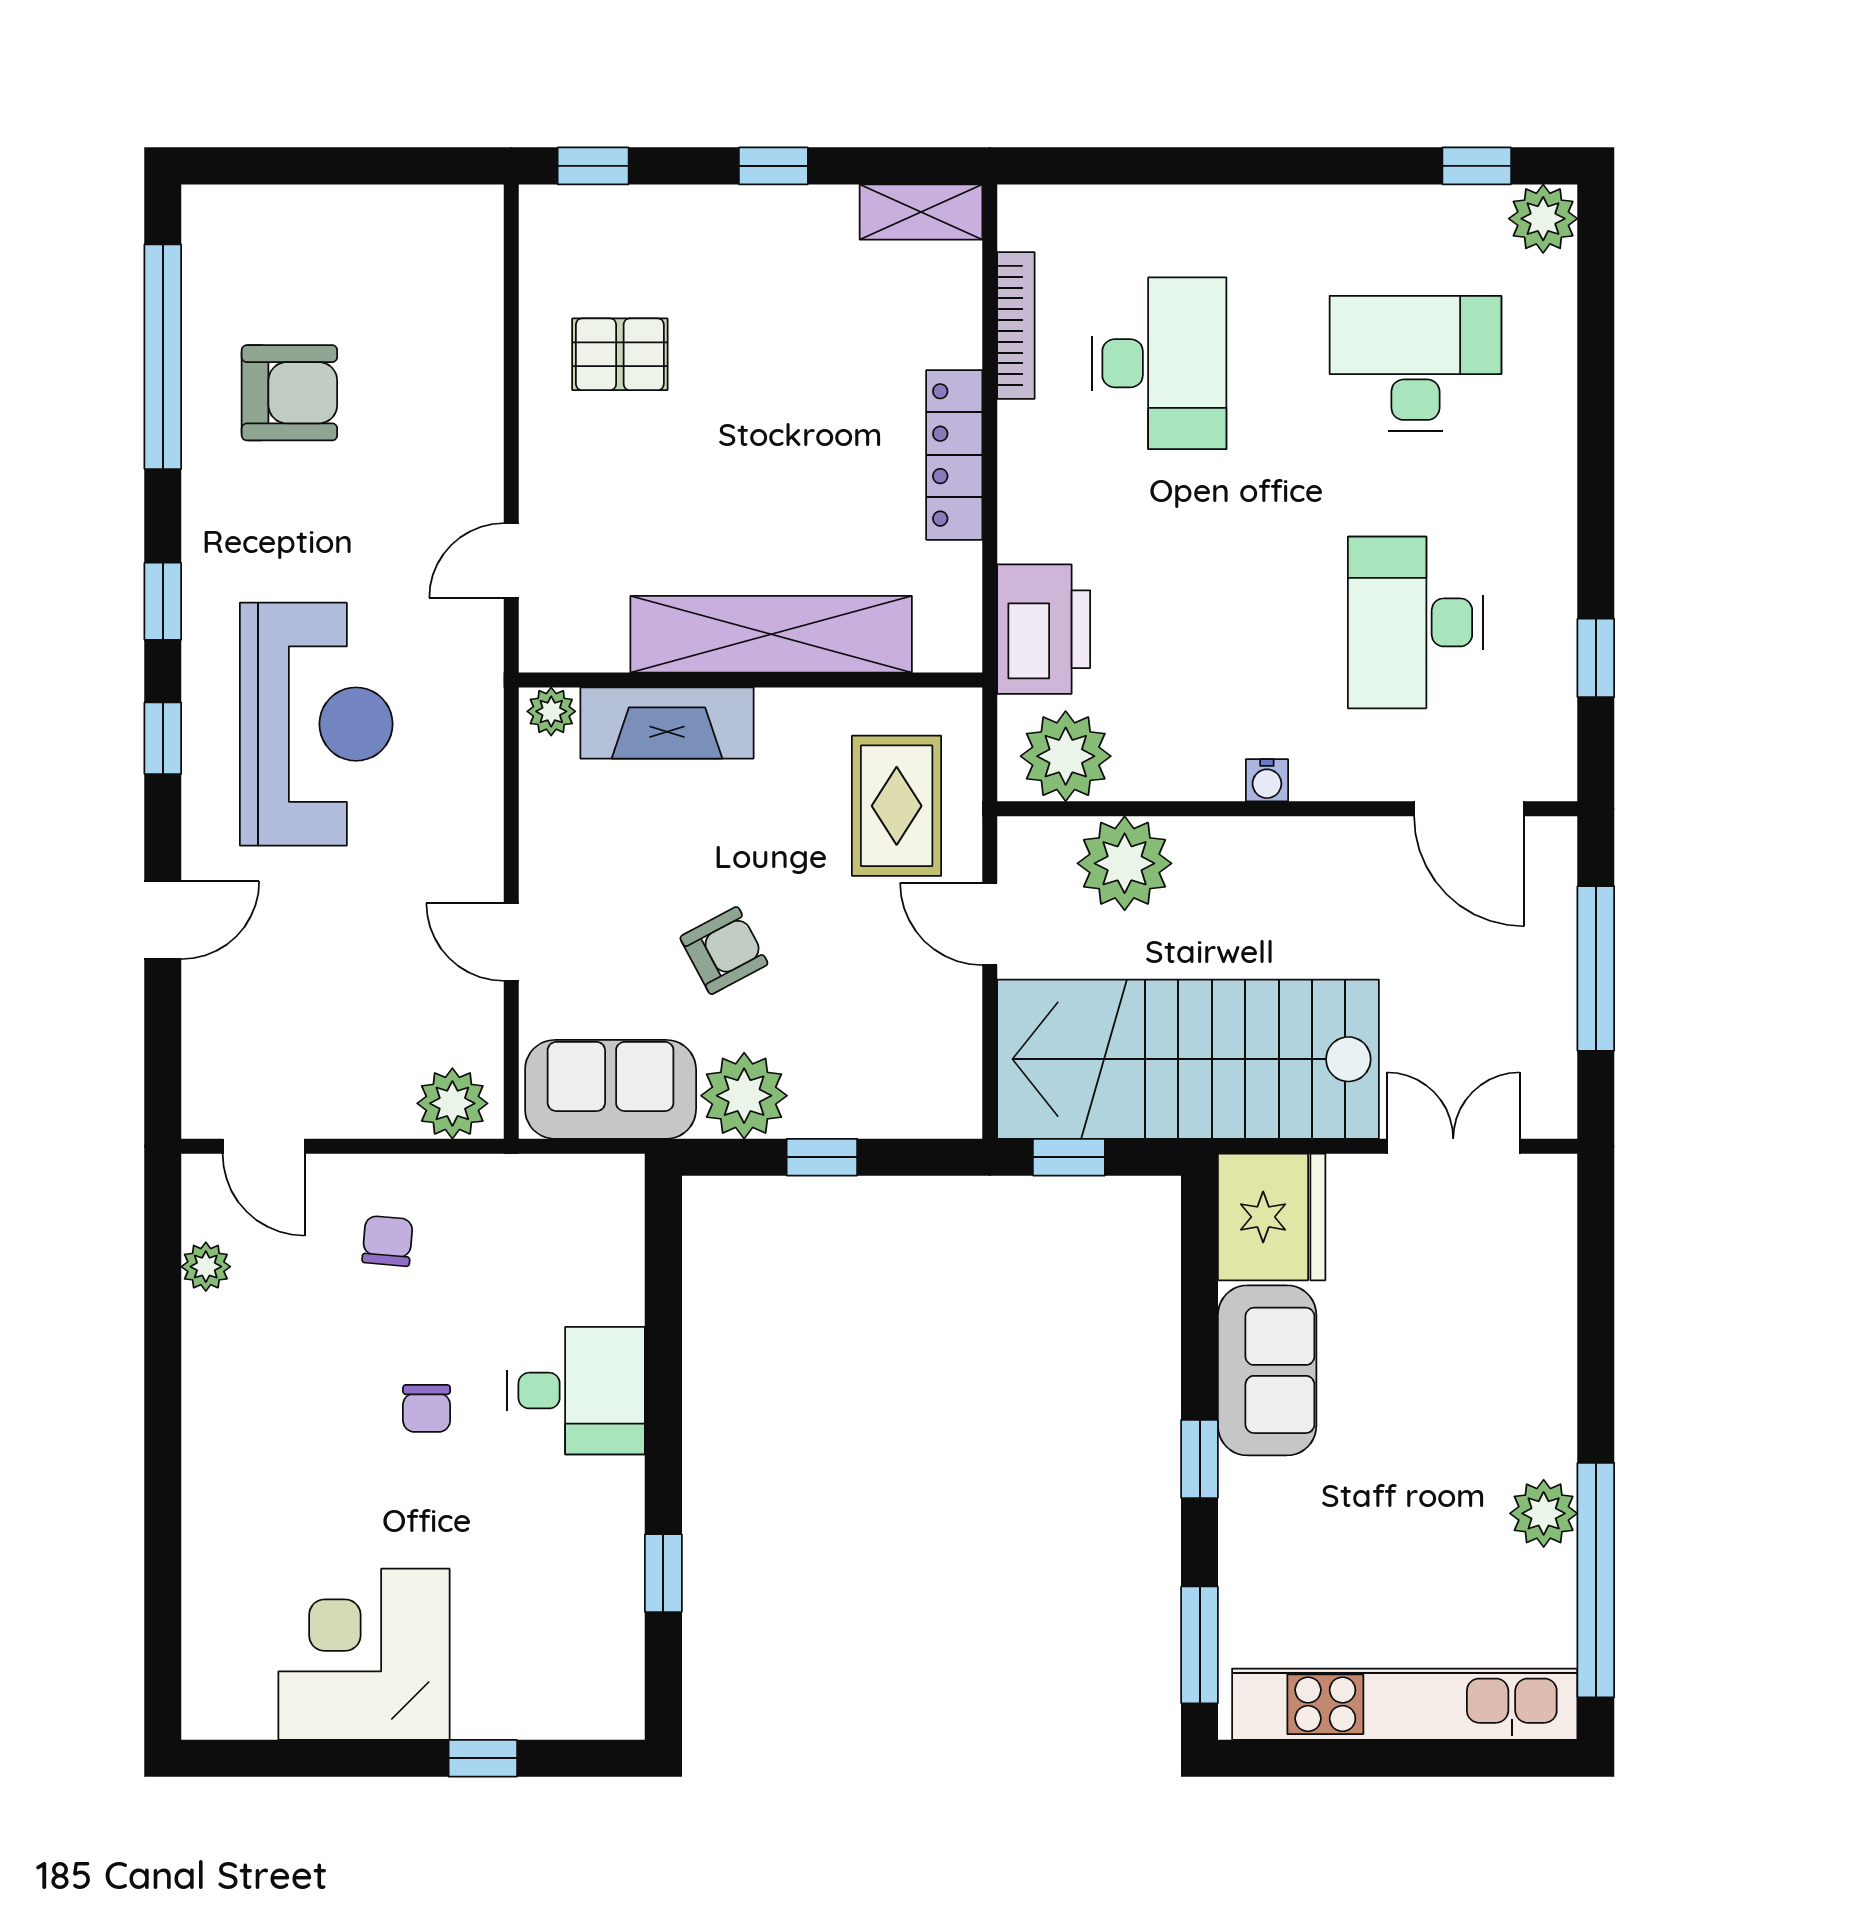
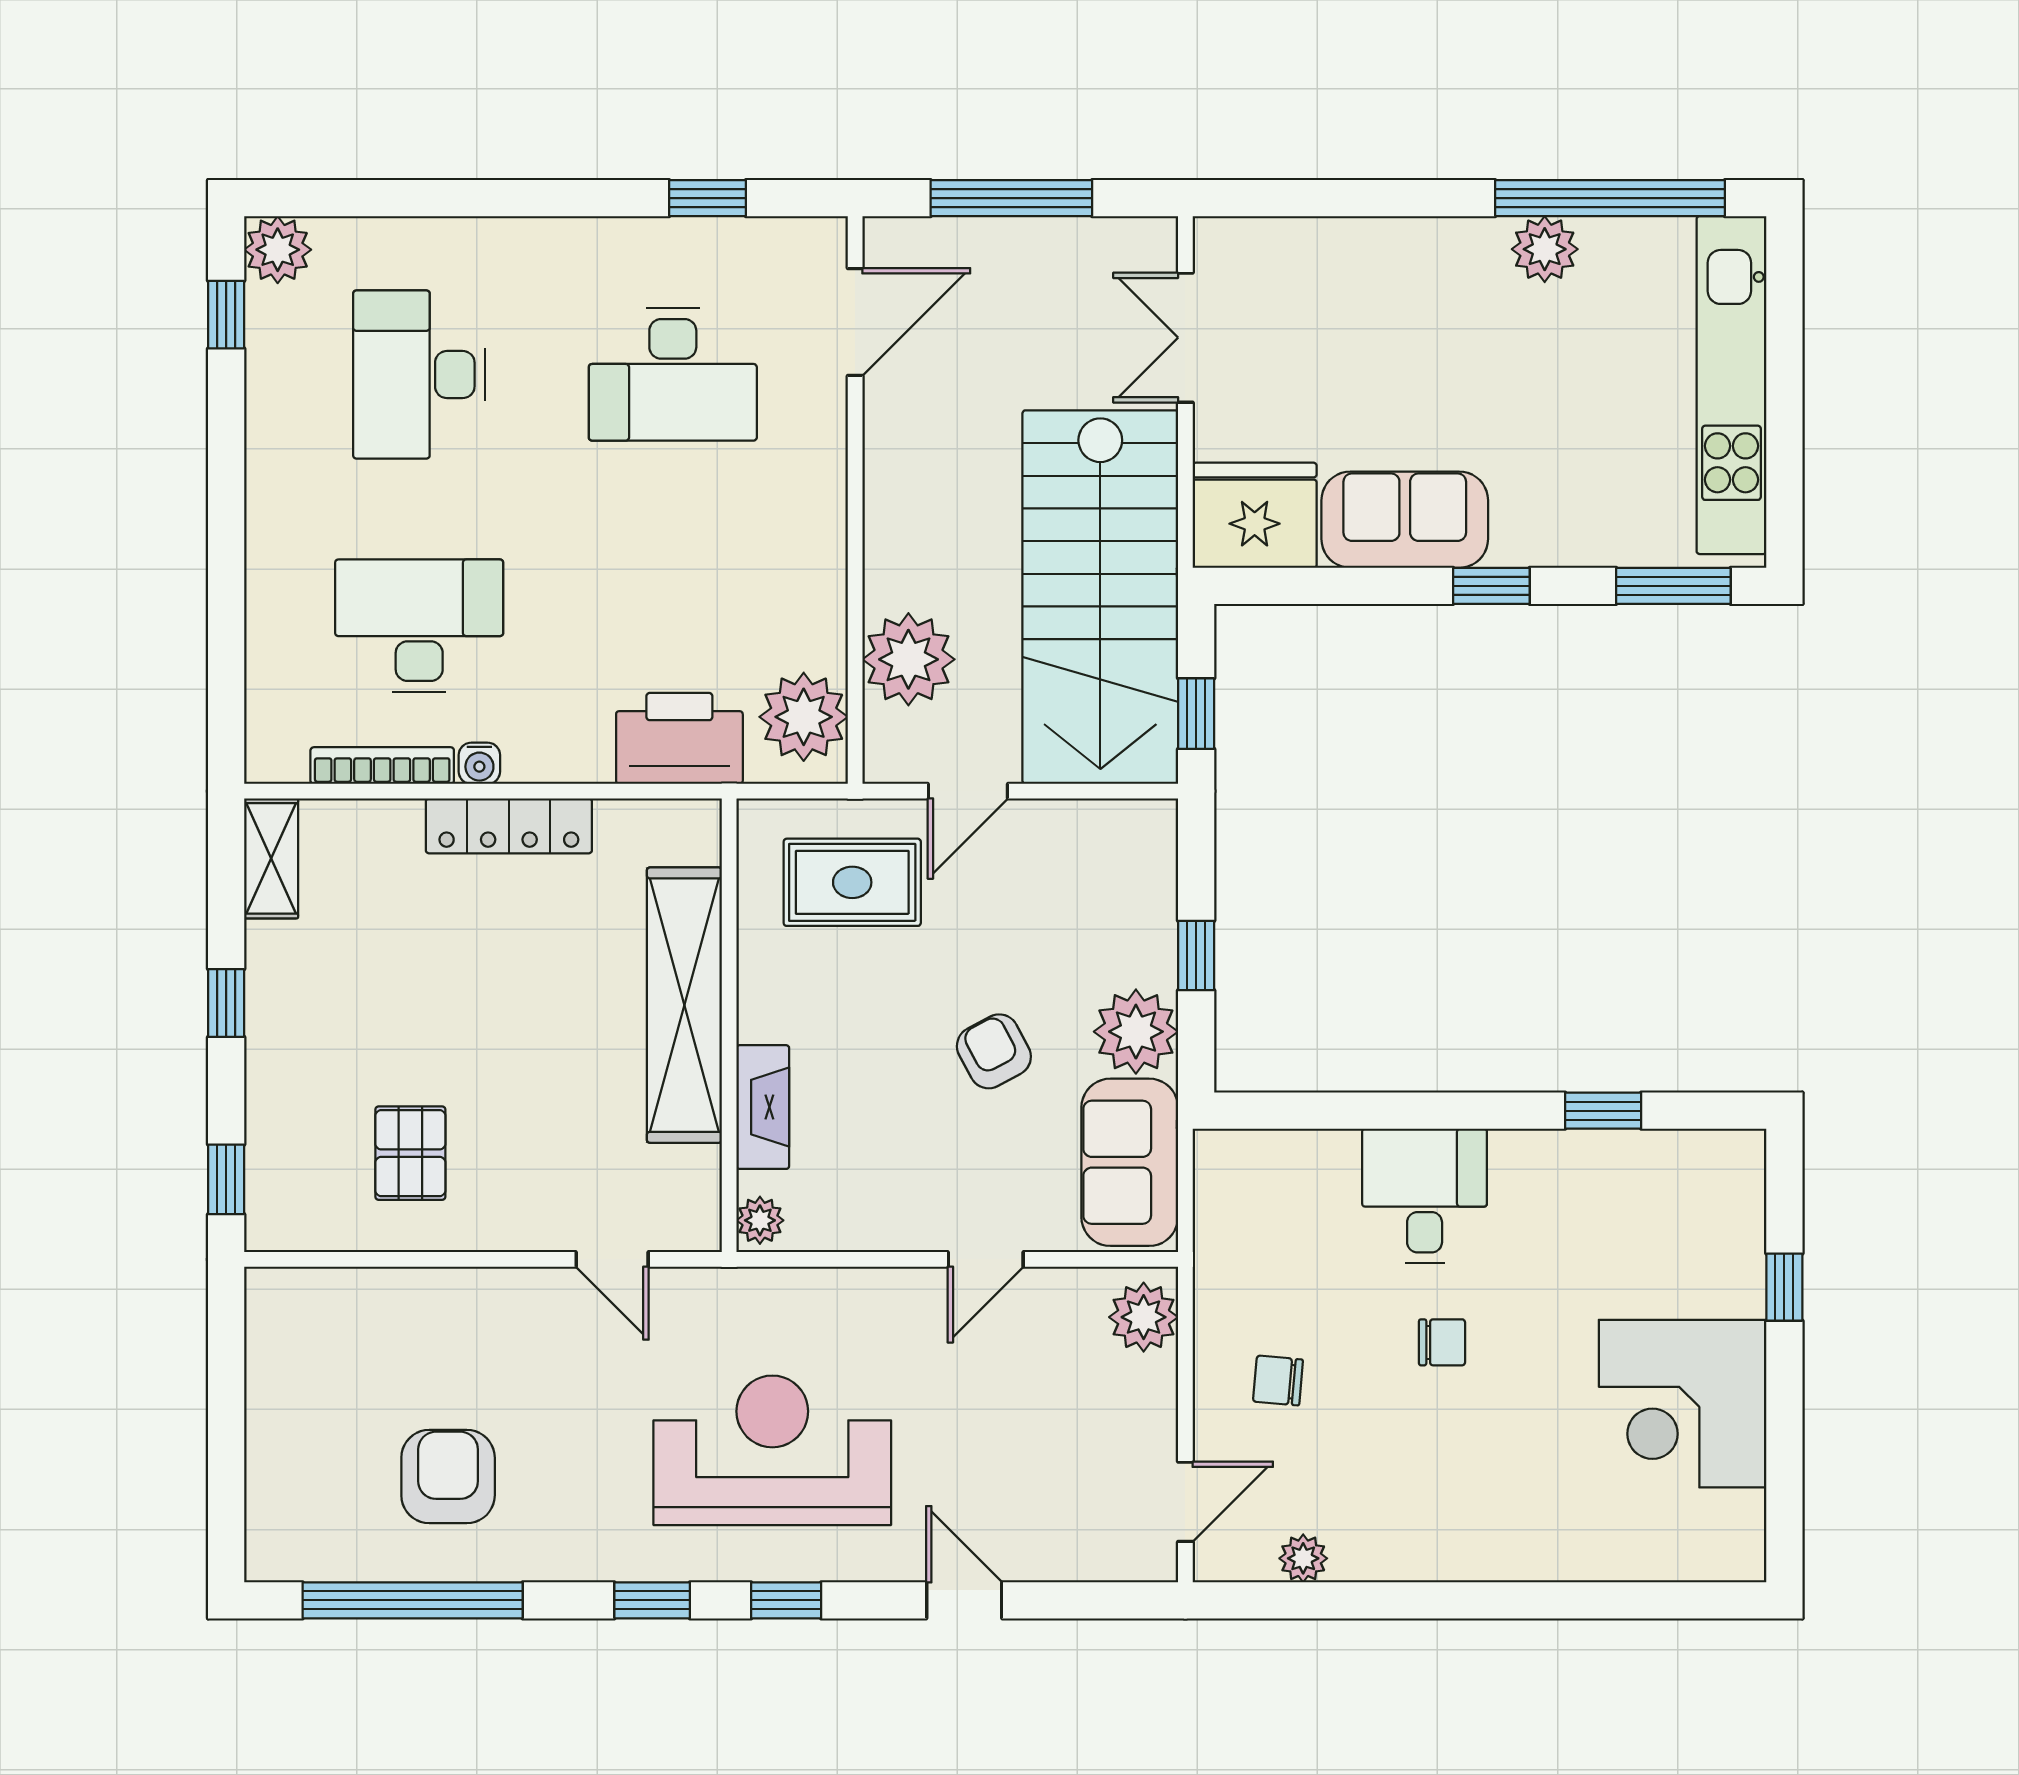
fireplace: (667, 723) -> (763, 1107), width x0.73, depth x0.76
water cooler: (1267, 780) -> (479, 763), moved, turned 90

